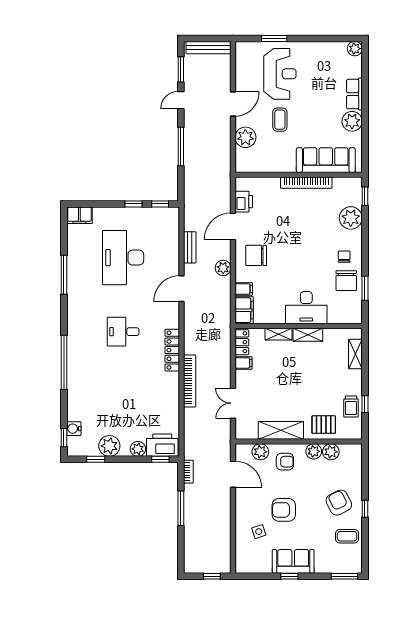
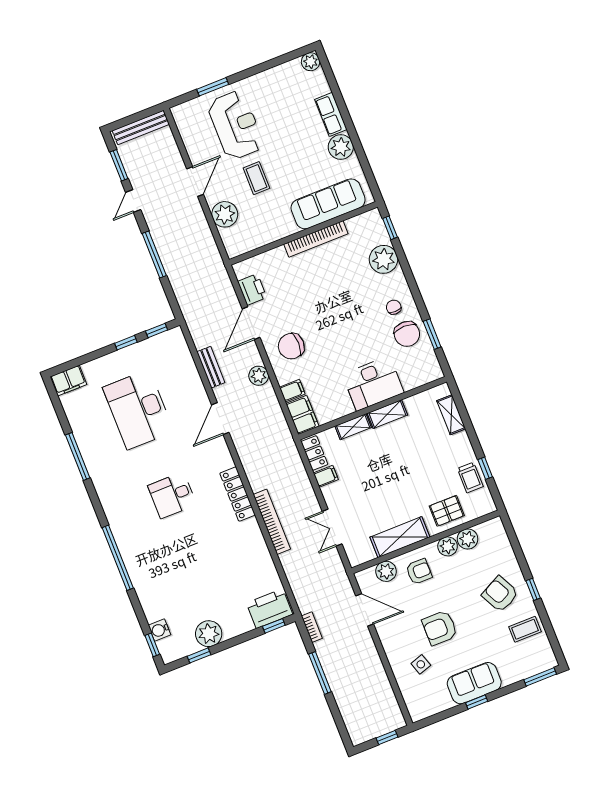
plant: (138, 449) -> (243, 624), removed

